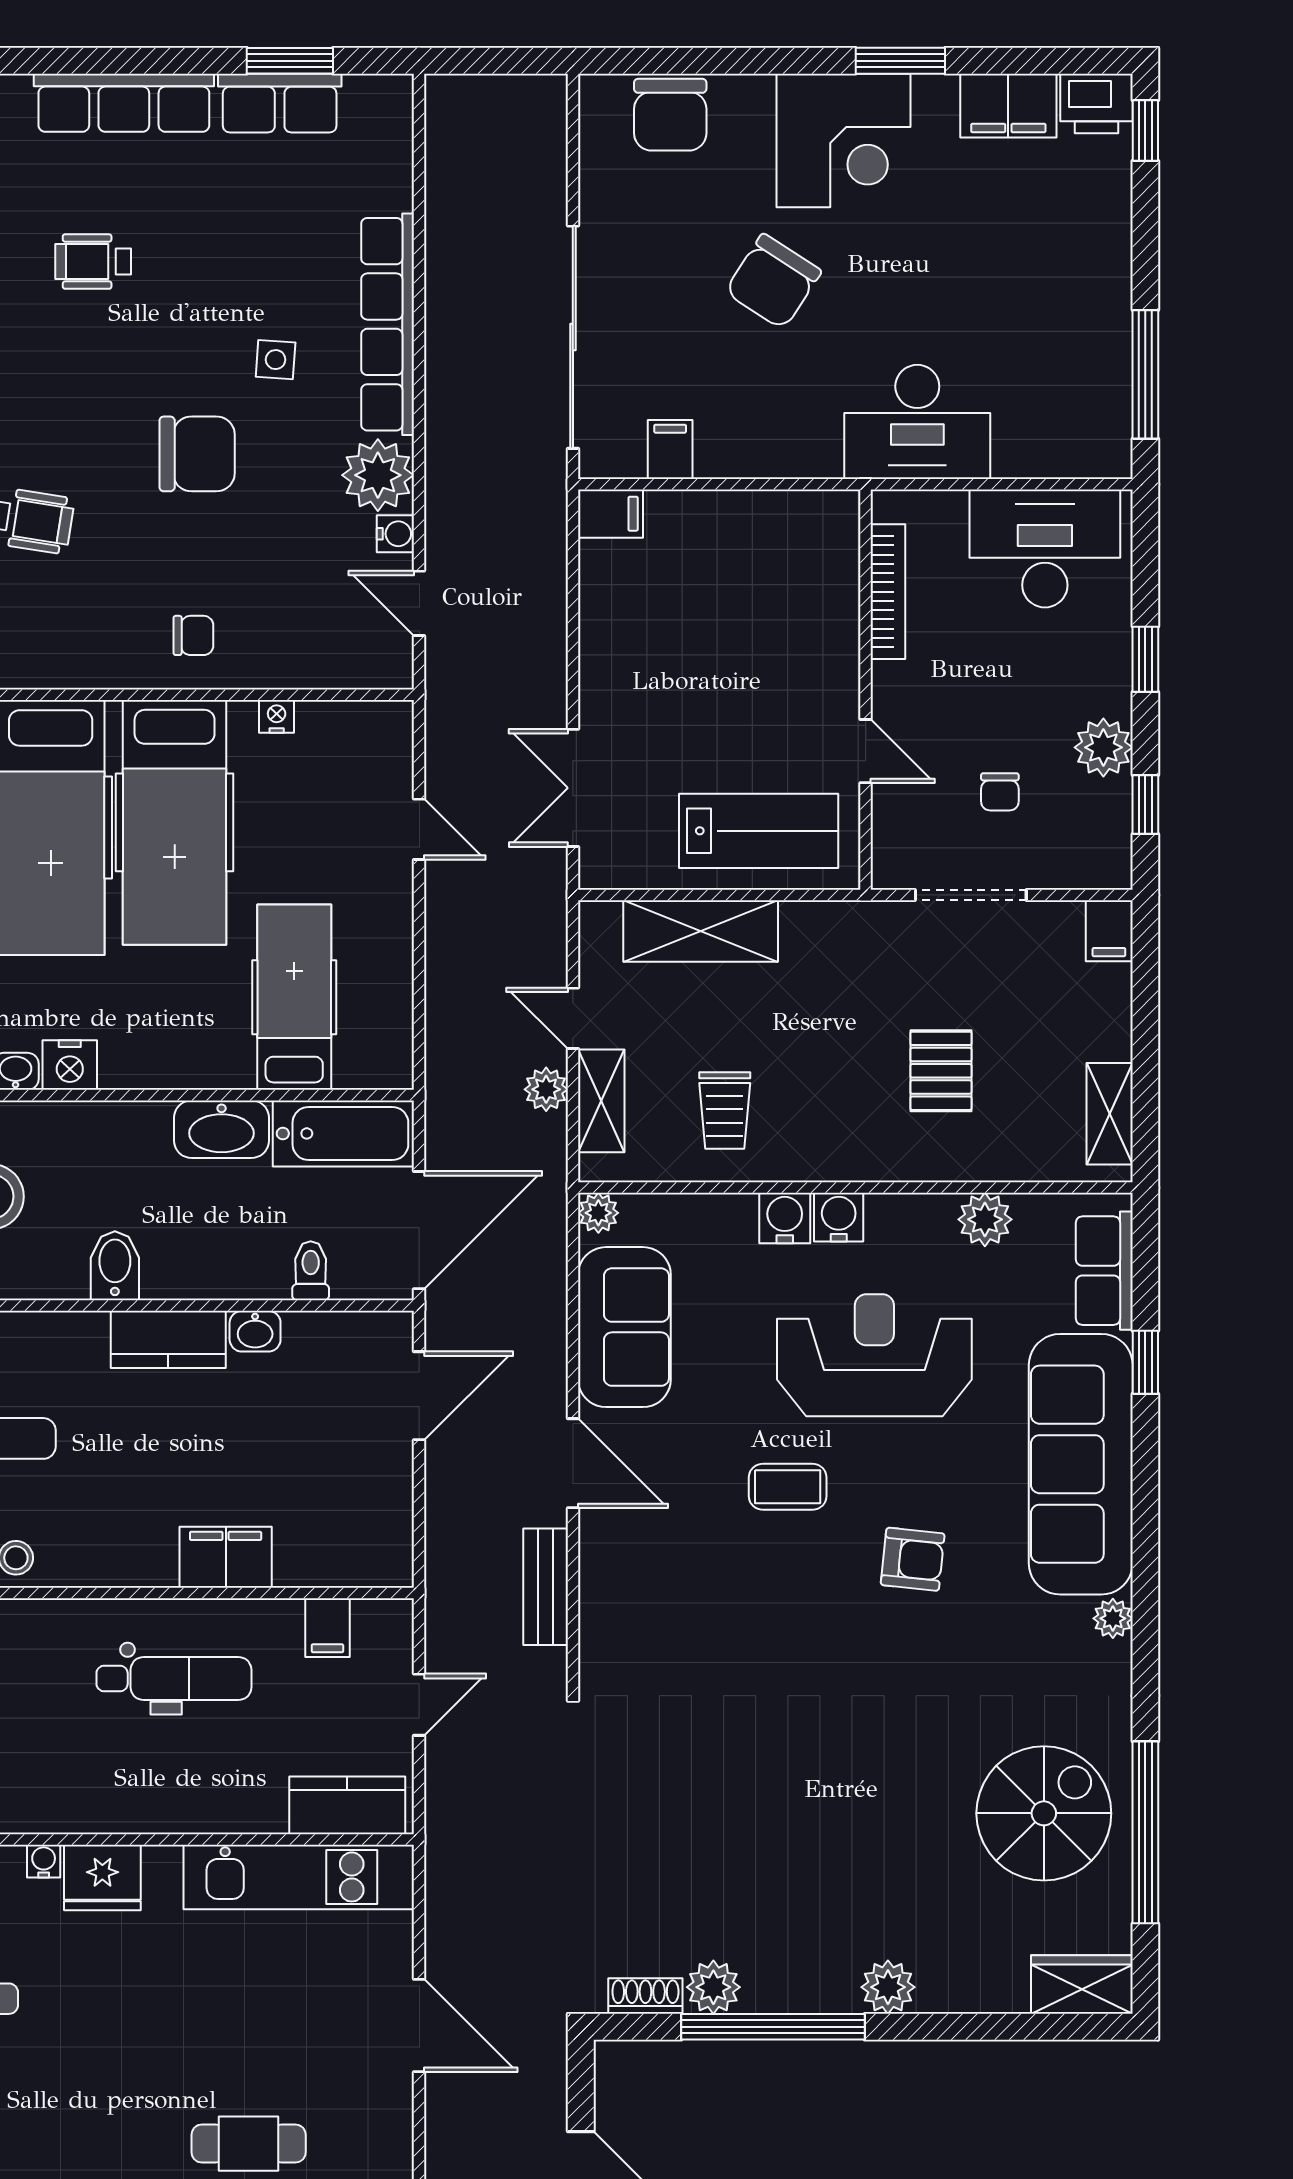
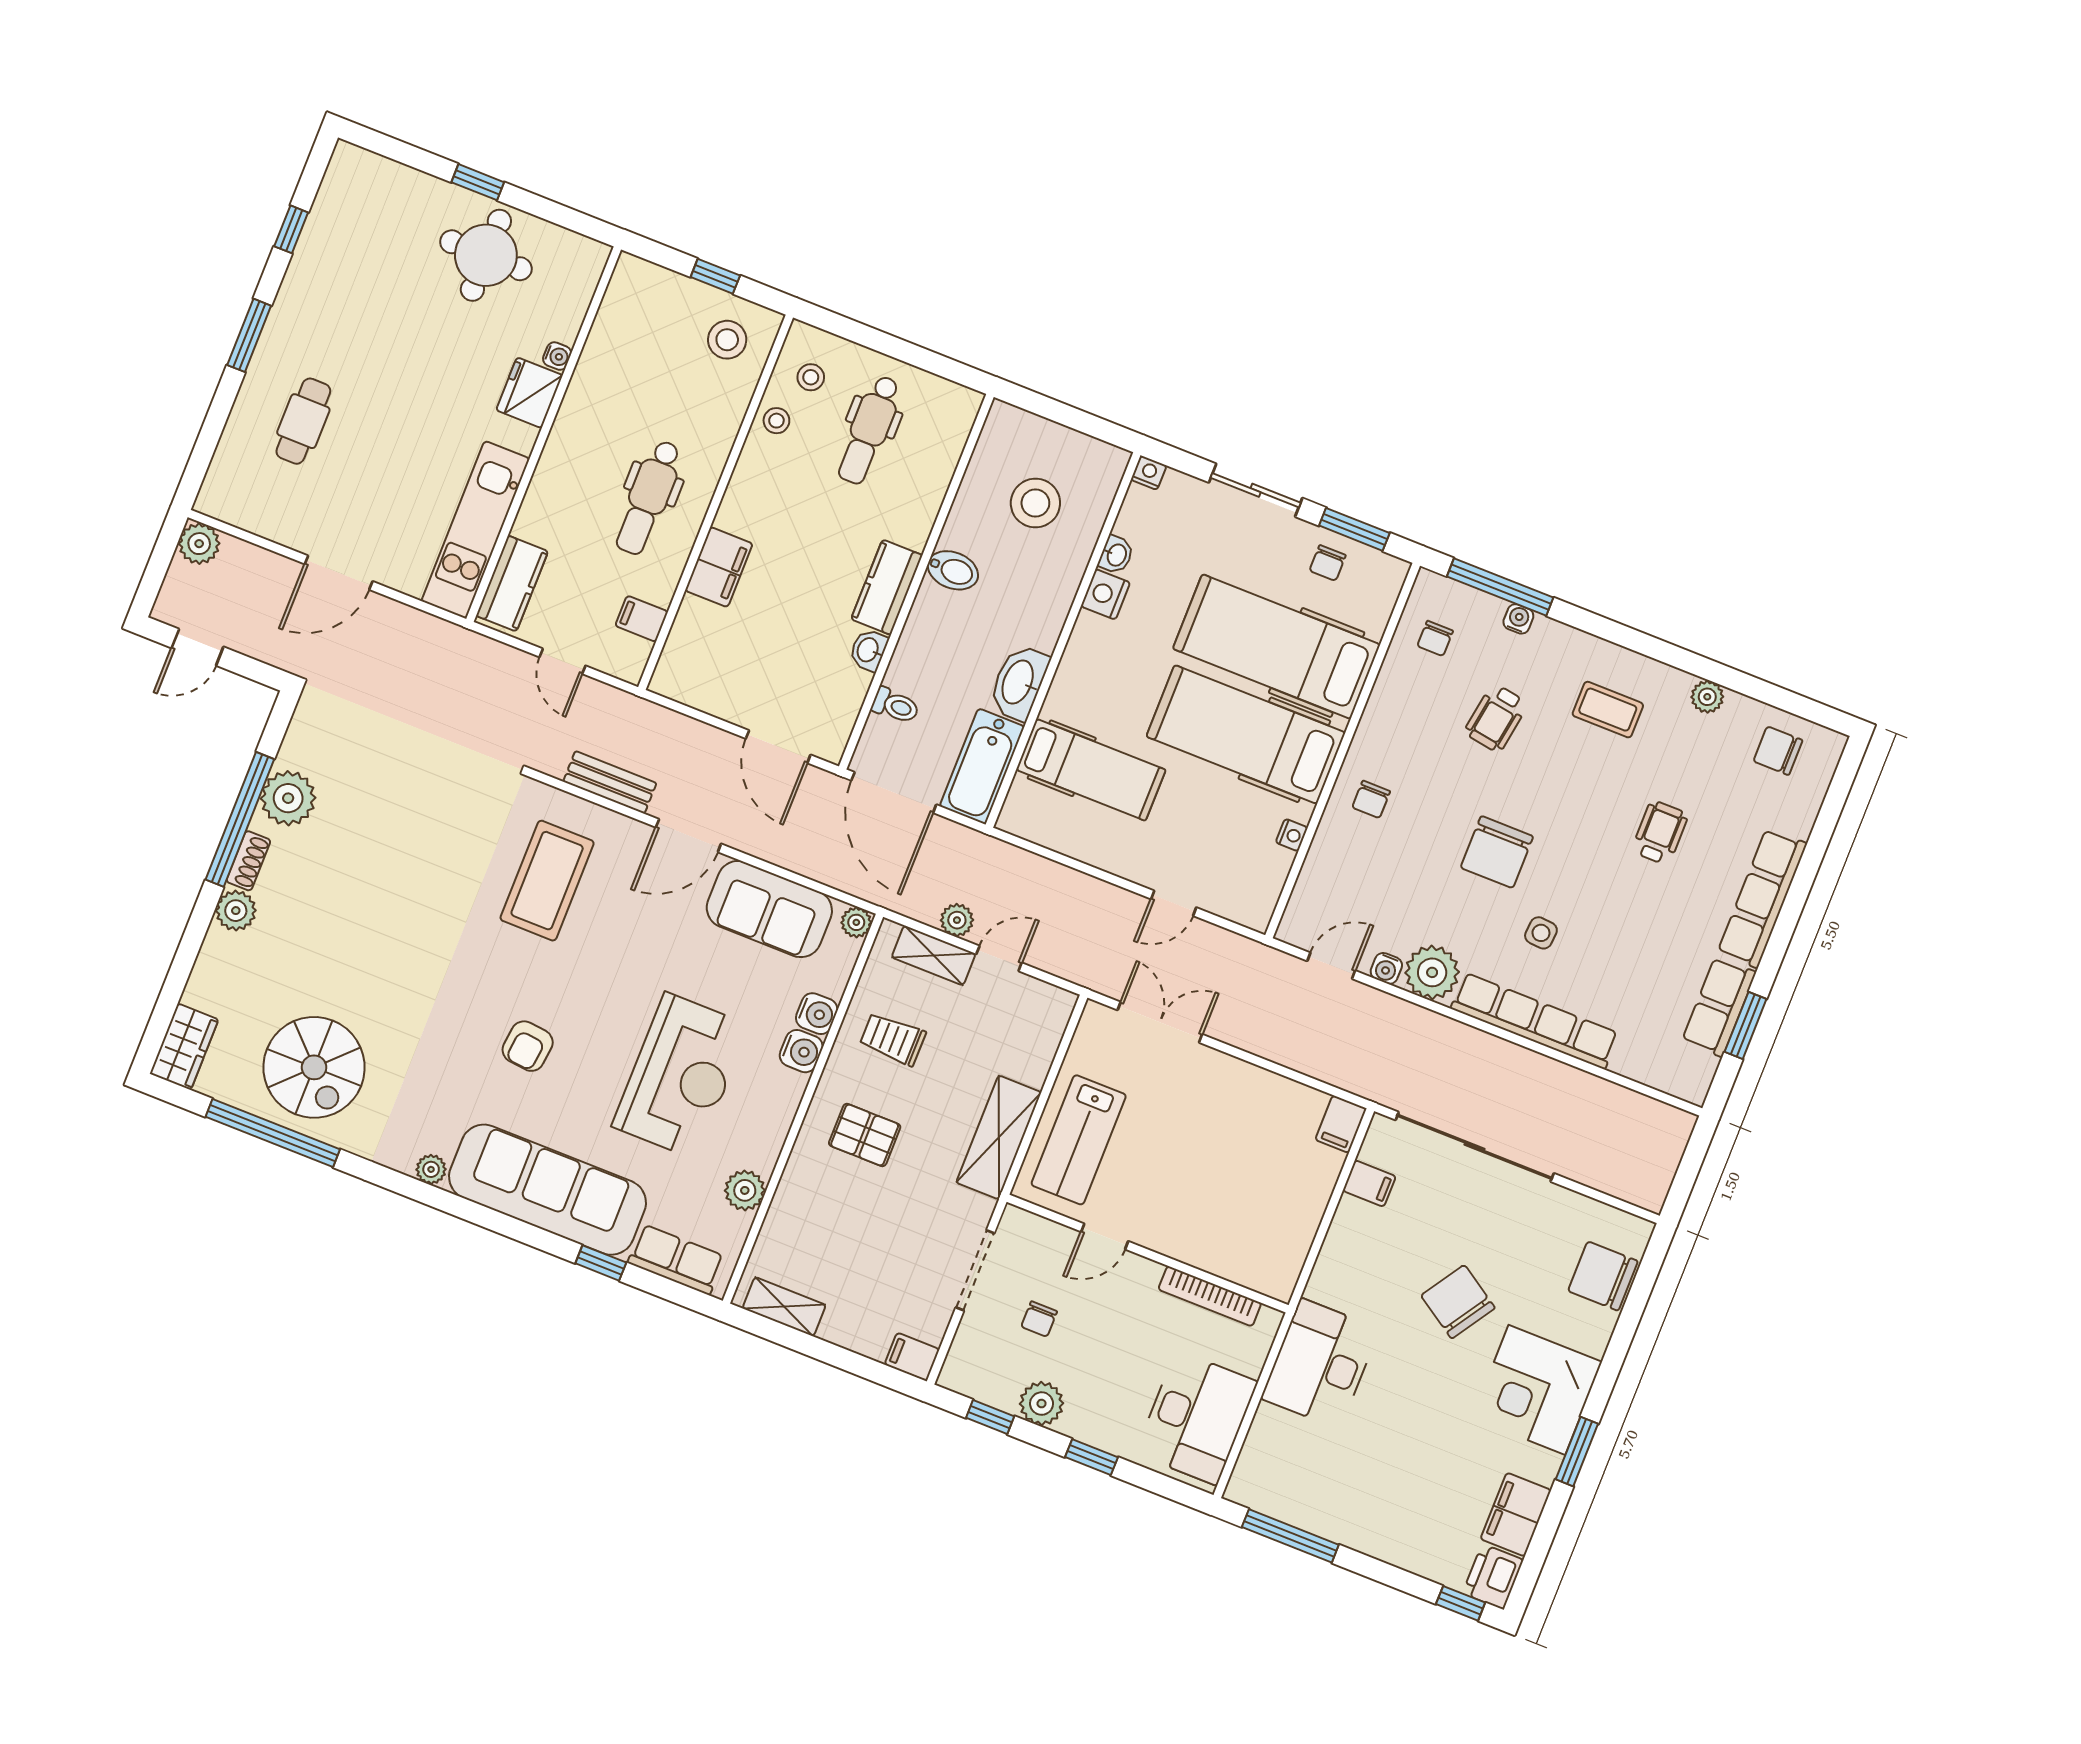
chair: (1000, 792) -> (1039, 1319), turned -90
shelving: (701, 931) -> (999, 1137), moved
pallet: (941, 1071) -> (865, 1135), moved
water cooler: (839, 1217) -> (817, 1014), moved
coffee table: (788, 1487) -> (547, 881), moved, width x1.86, depth x1.72
plant: (713, 1987) -> (288, 798), width x1.36, depth x1.36
shoe rack: (645, 1996) -> (248, 861), moved

